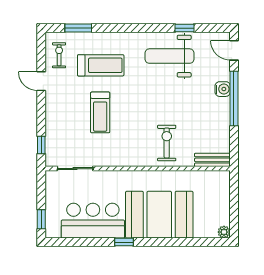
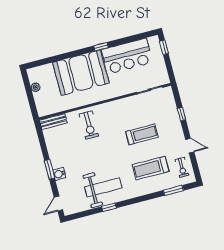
window: (185, 28) -> (109, 207), moved
door: (234, 50) -> (58, 204), swing flipped
window: (234, 98) -> (49, 169), width x0.47
treadmill: (100, 112) -> (142, 134), turned 90
window: (41, 145) -> (181, 114), moved
plant: (224, 232) -> (36, 87), moved

